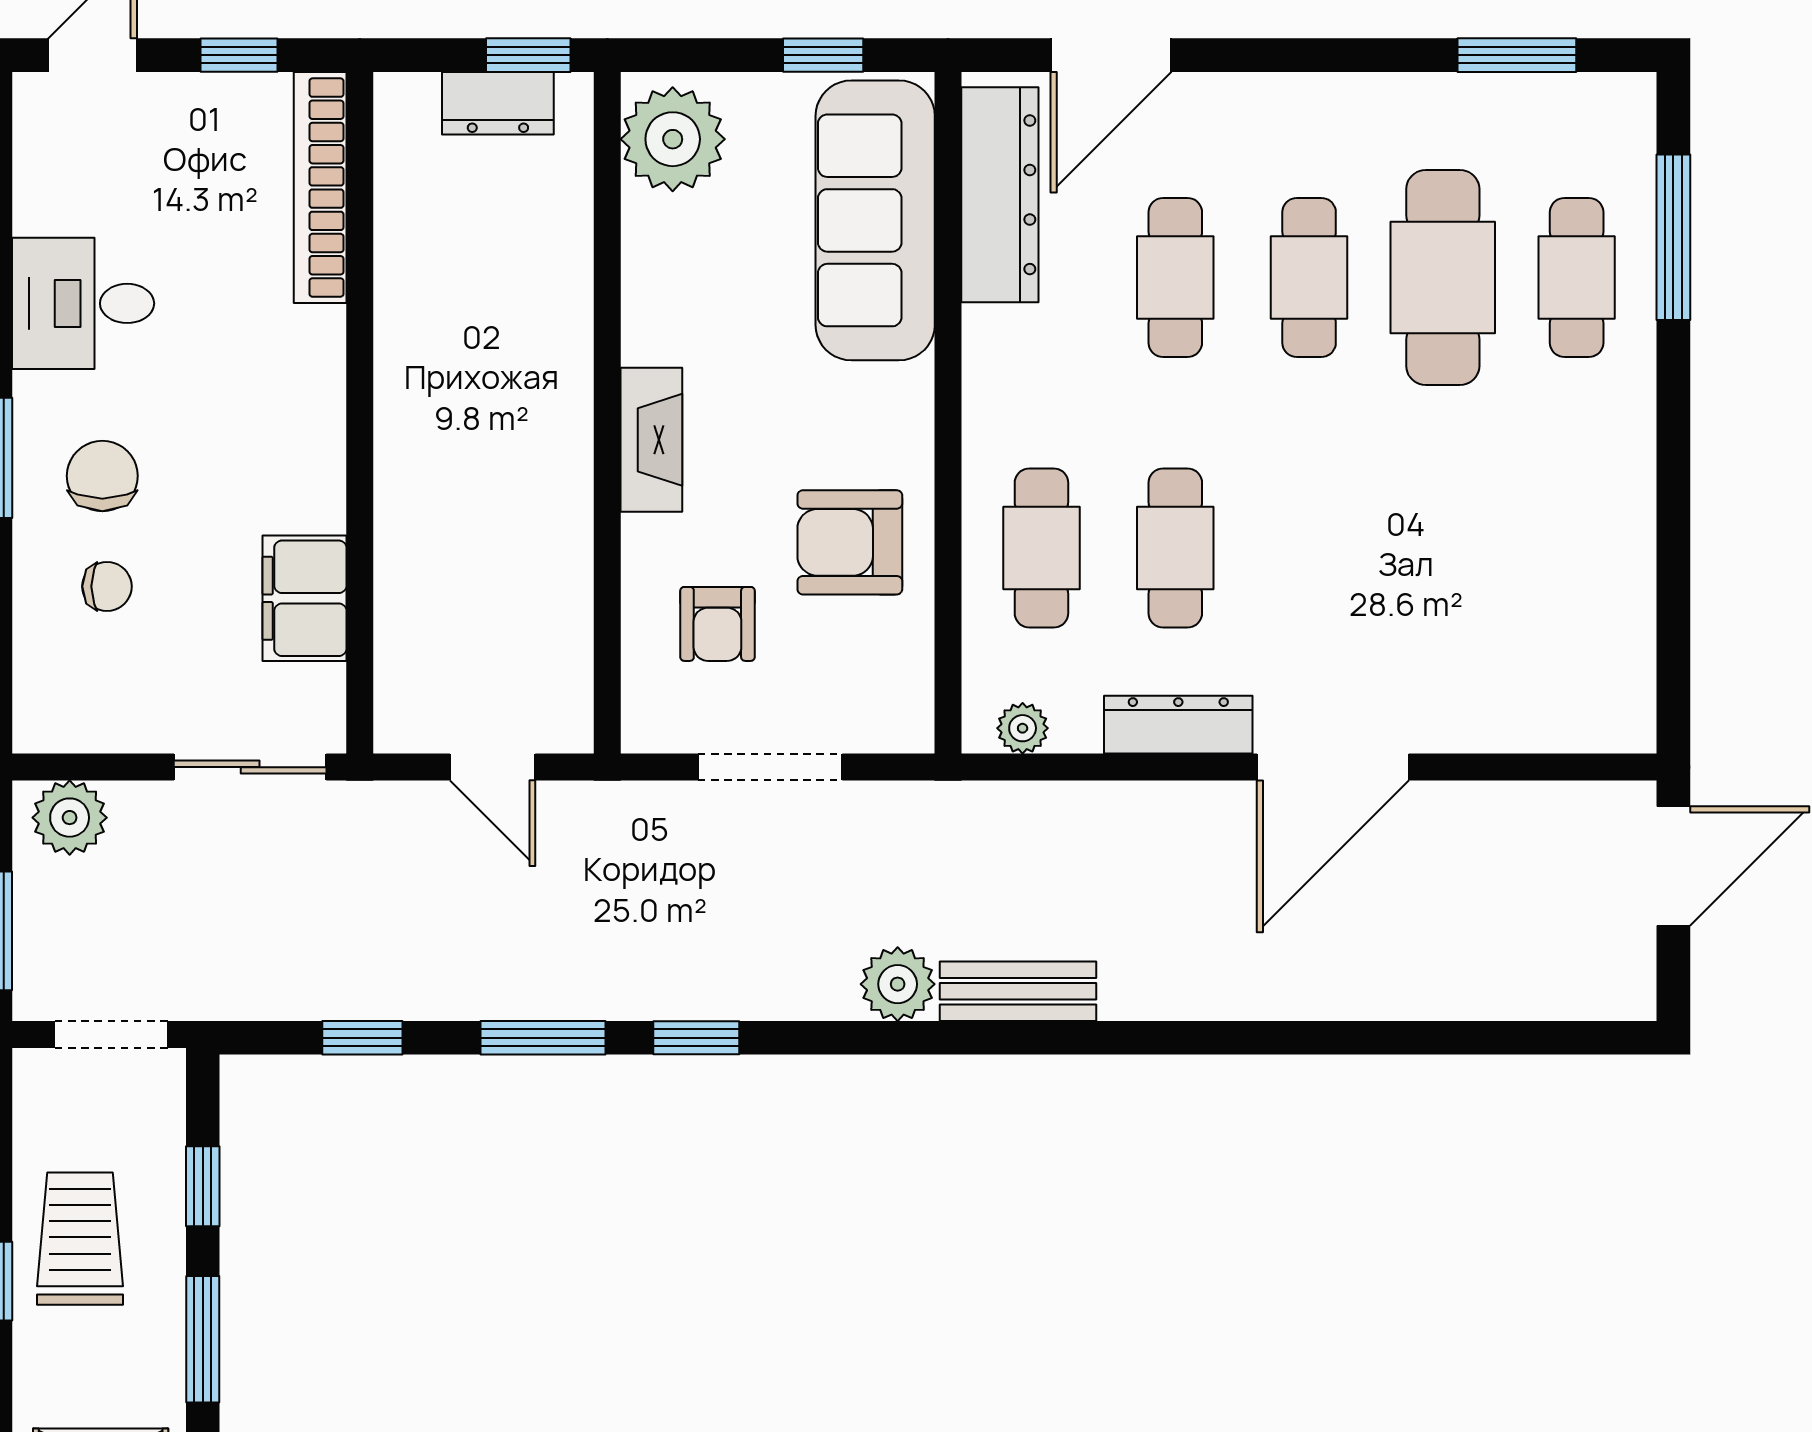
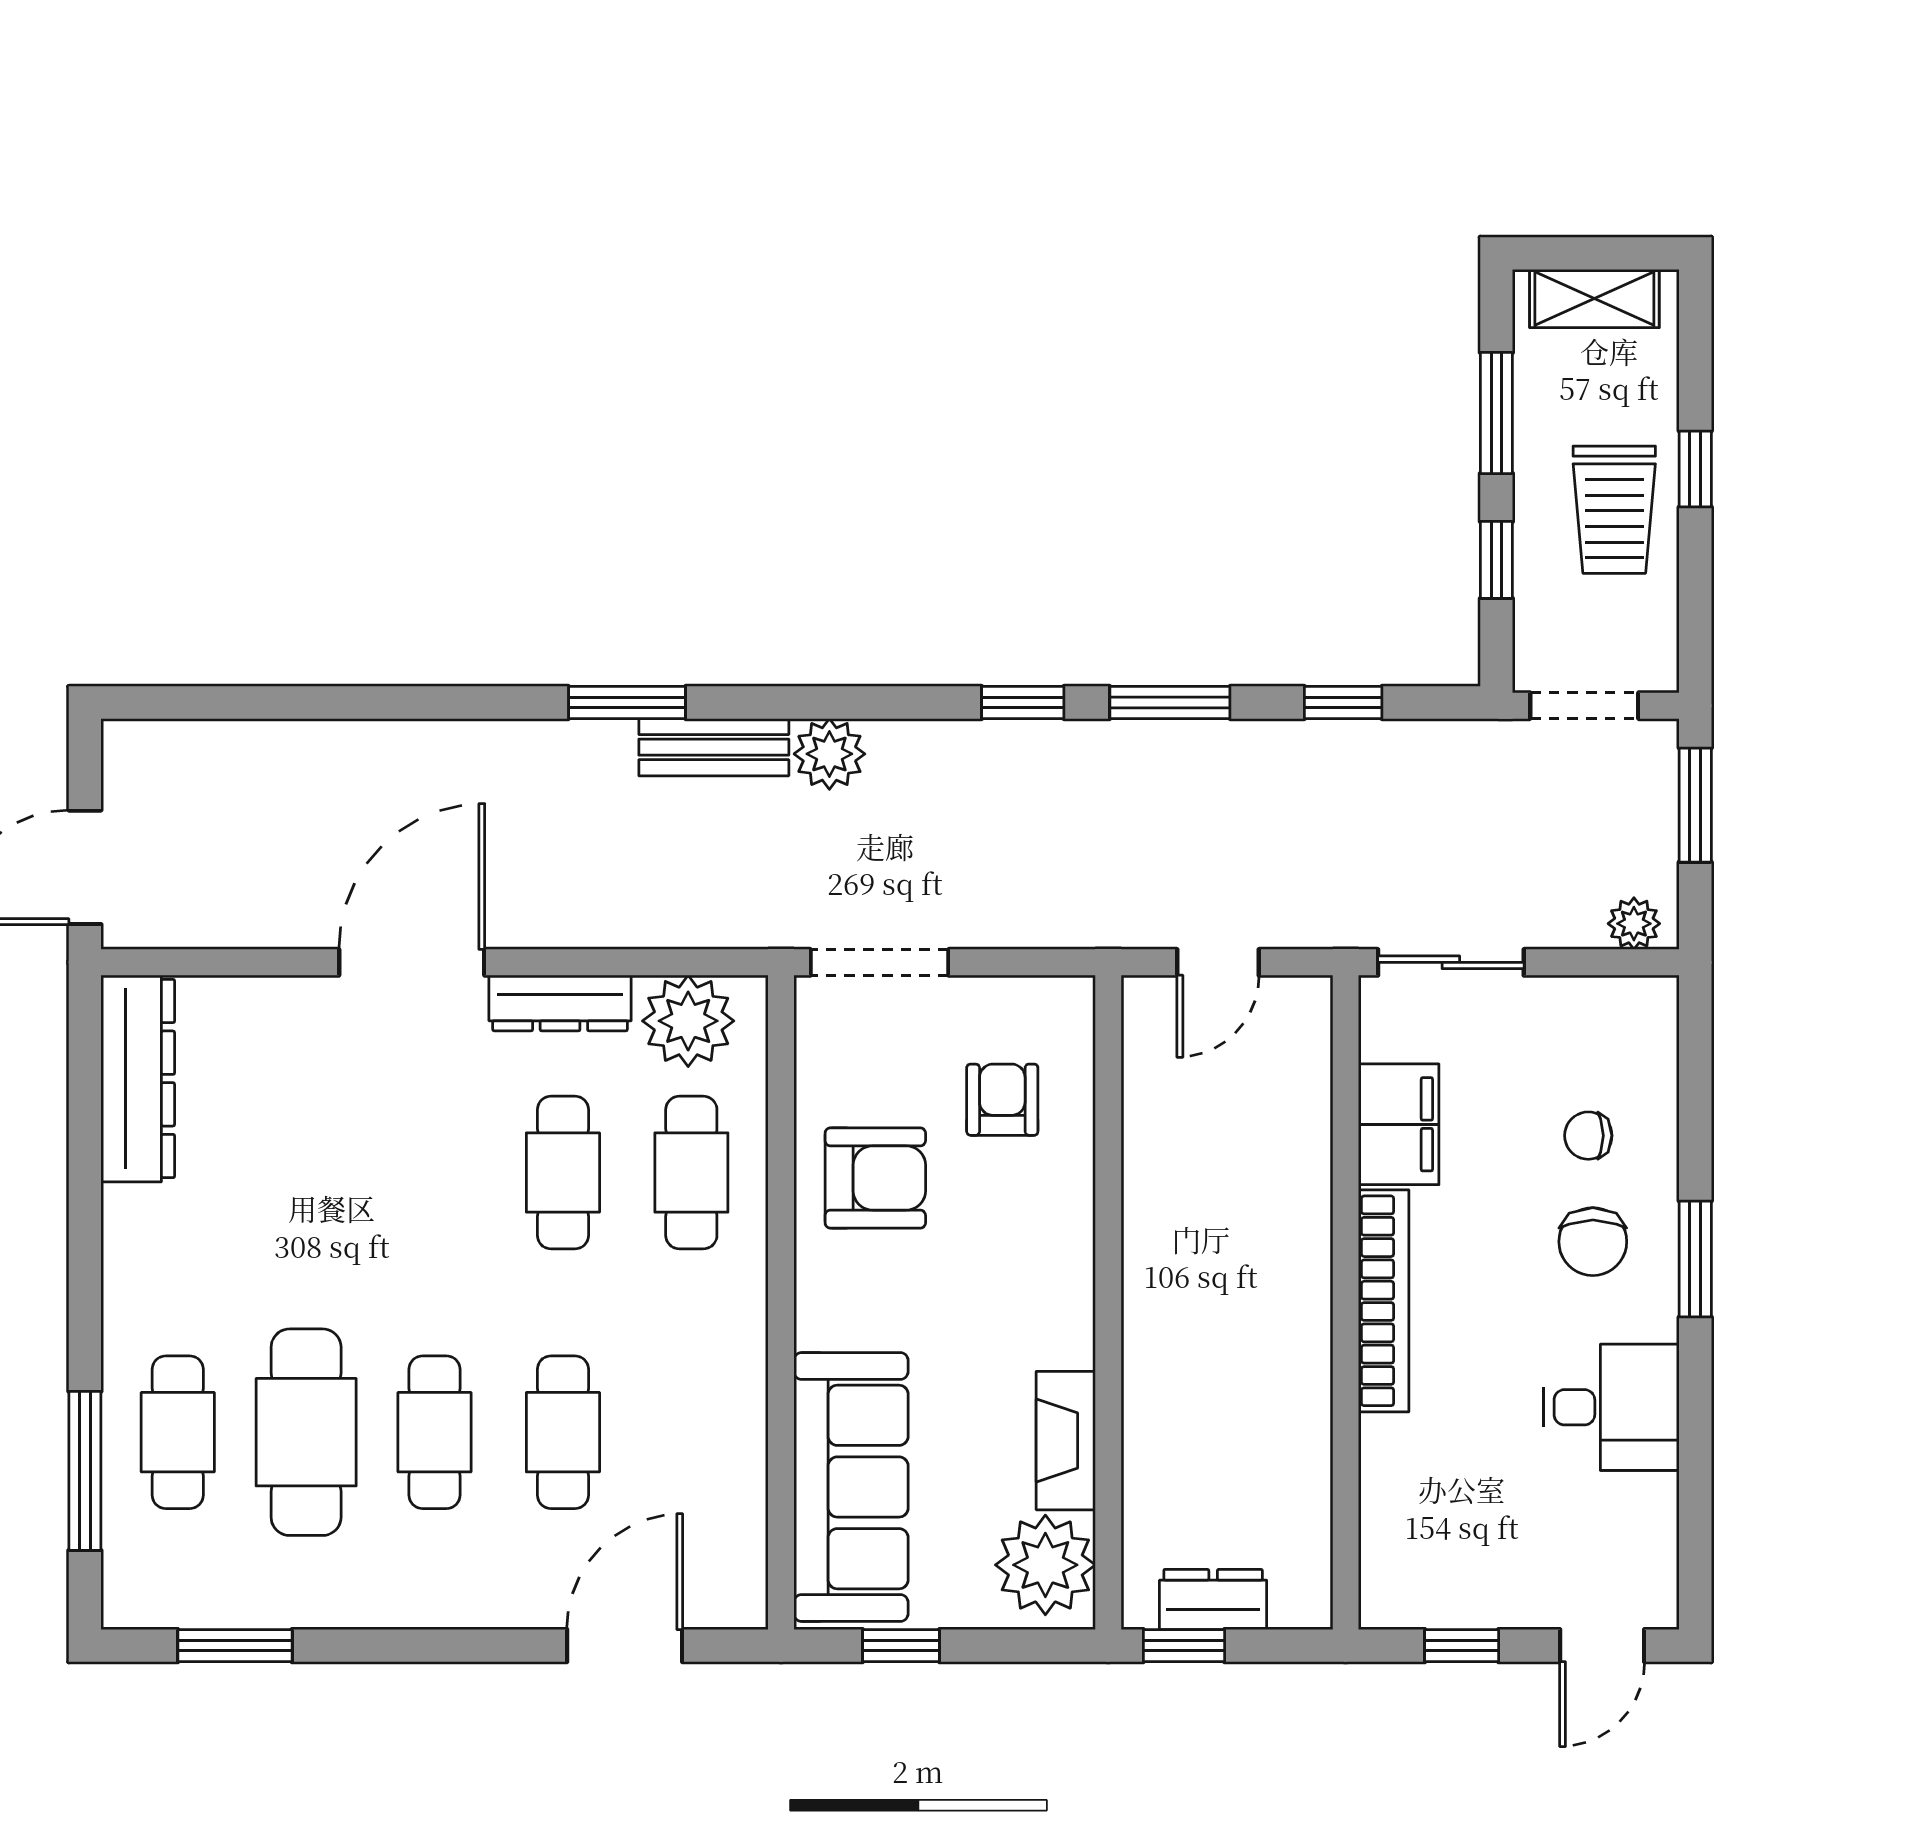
bookcase: (320, 188) -> (1384, 1301), moved
dresser: (1000, 195) -> (138, 1079), moved, turned 180
fireplace: (651, 440) -> (1066, 1441), moved
plant: (1023, 728) -> (688, 1021), width x1.88, depth x1.88
door: (493, 767) -> (1218, 962), swing flipped
doorway: (770, 767) -> (879, 962), moved
plant: (70, 818) -> (1634, 924), width x0.73, depth x0.73
window: (1108, 1038) -> (627, 702), added

